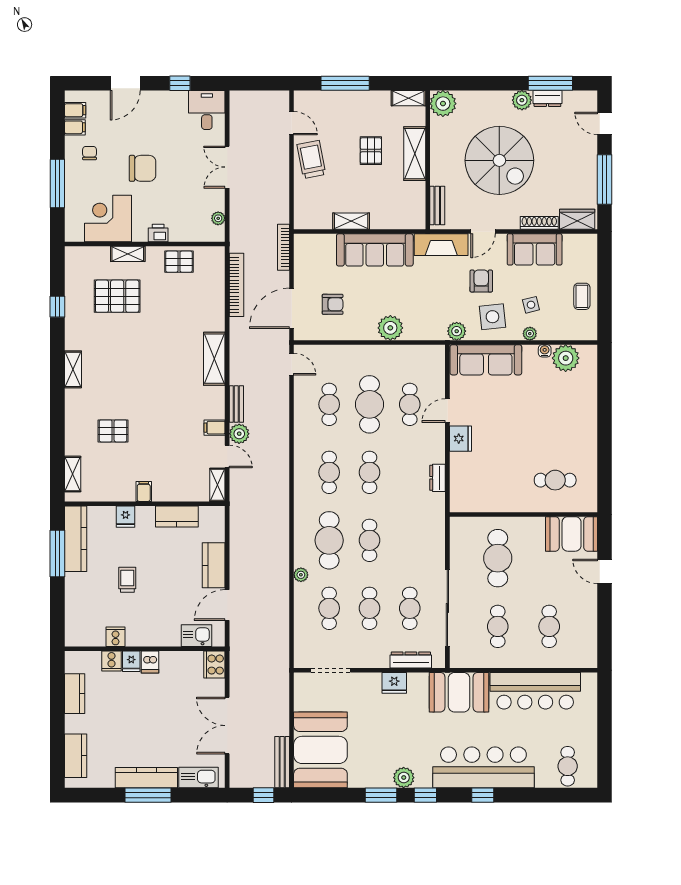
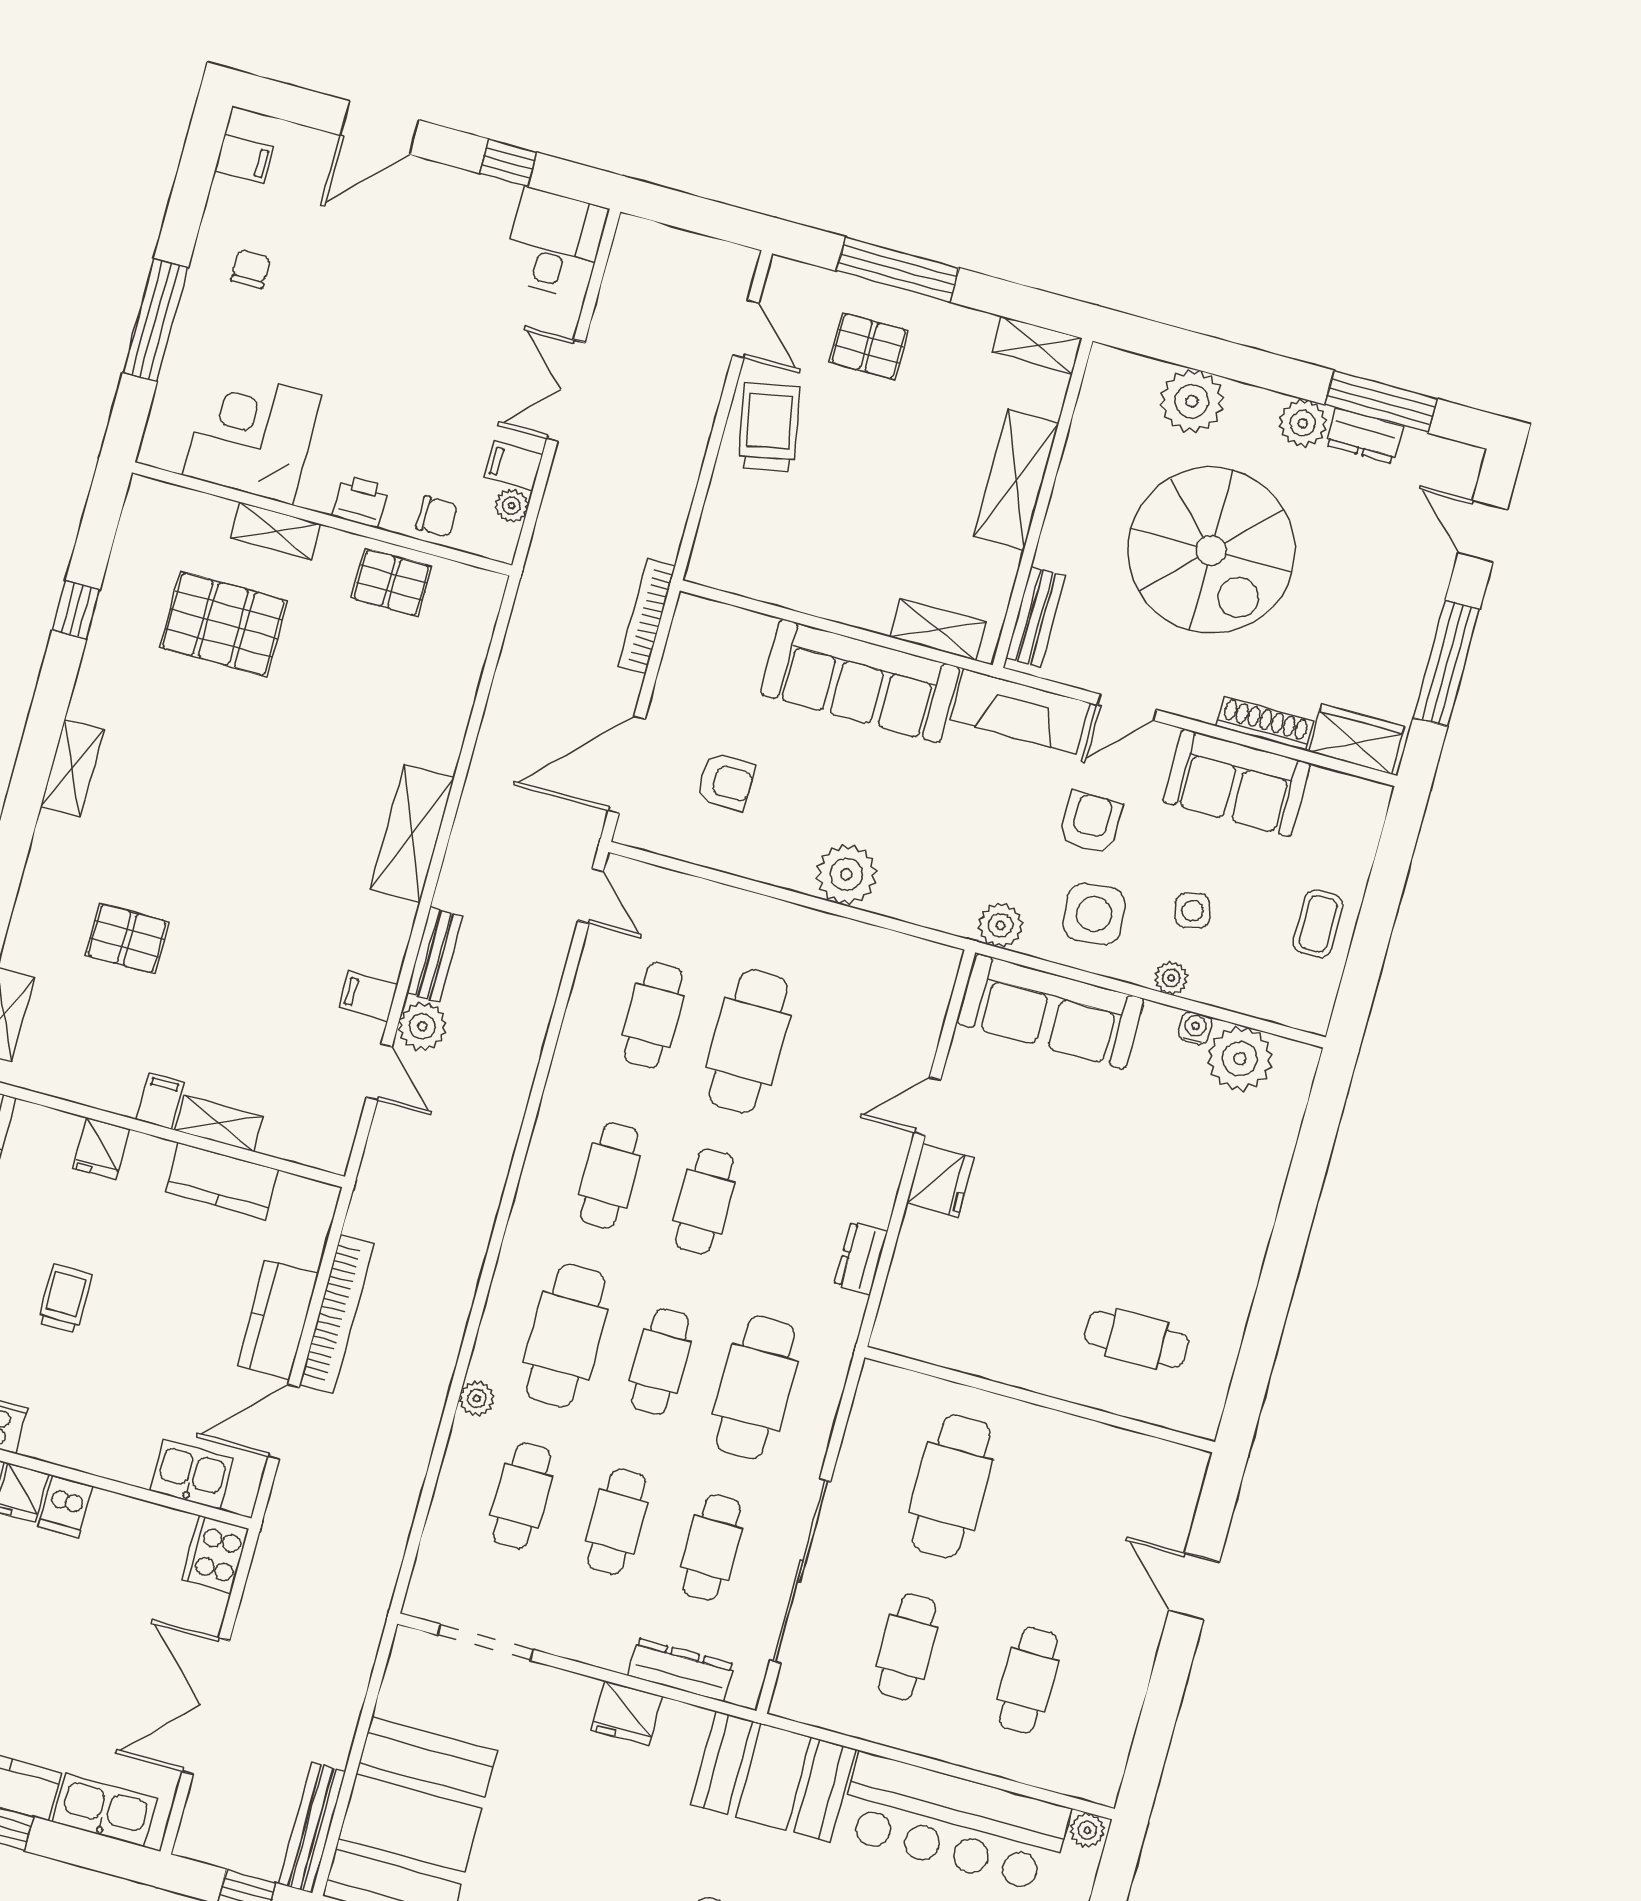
plant: (443, 104) -> (1192, 401), moved
filing cabinet: (75, 127) -> (514, 466), moved, turned 180
pallet: (371, 151) -> (869, 346), moved, turned 90
chair: (142, 168) -> (437, 517), moved, width x0.54, depth x0.54
shelving: (351, 221) -> (938, 630), moved
bookcase: (236, 285) -> (337, 1314), moved
cafe table: (410, 404) -> (755, 1387), moved, width x1.37, depth x1.35
shelving: (217, 485) -> (219, 1123), moved, turned 90
booth: (572, 534) -> (1140, 1477), removed
plant: (589, 679) -> (1087, 1830), added

